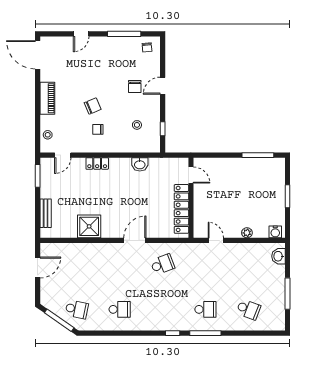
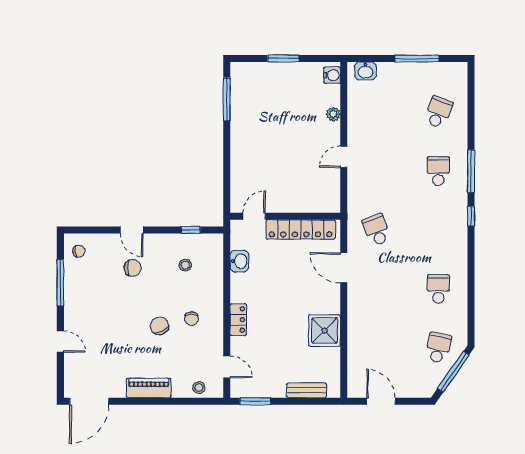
door: (191, 175) -> (254, 216), moved
wall: (191, 198) -> (285, 216), moved
locker: (181, 209) -> (301, 229), moved

